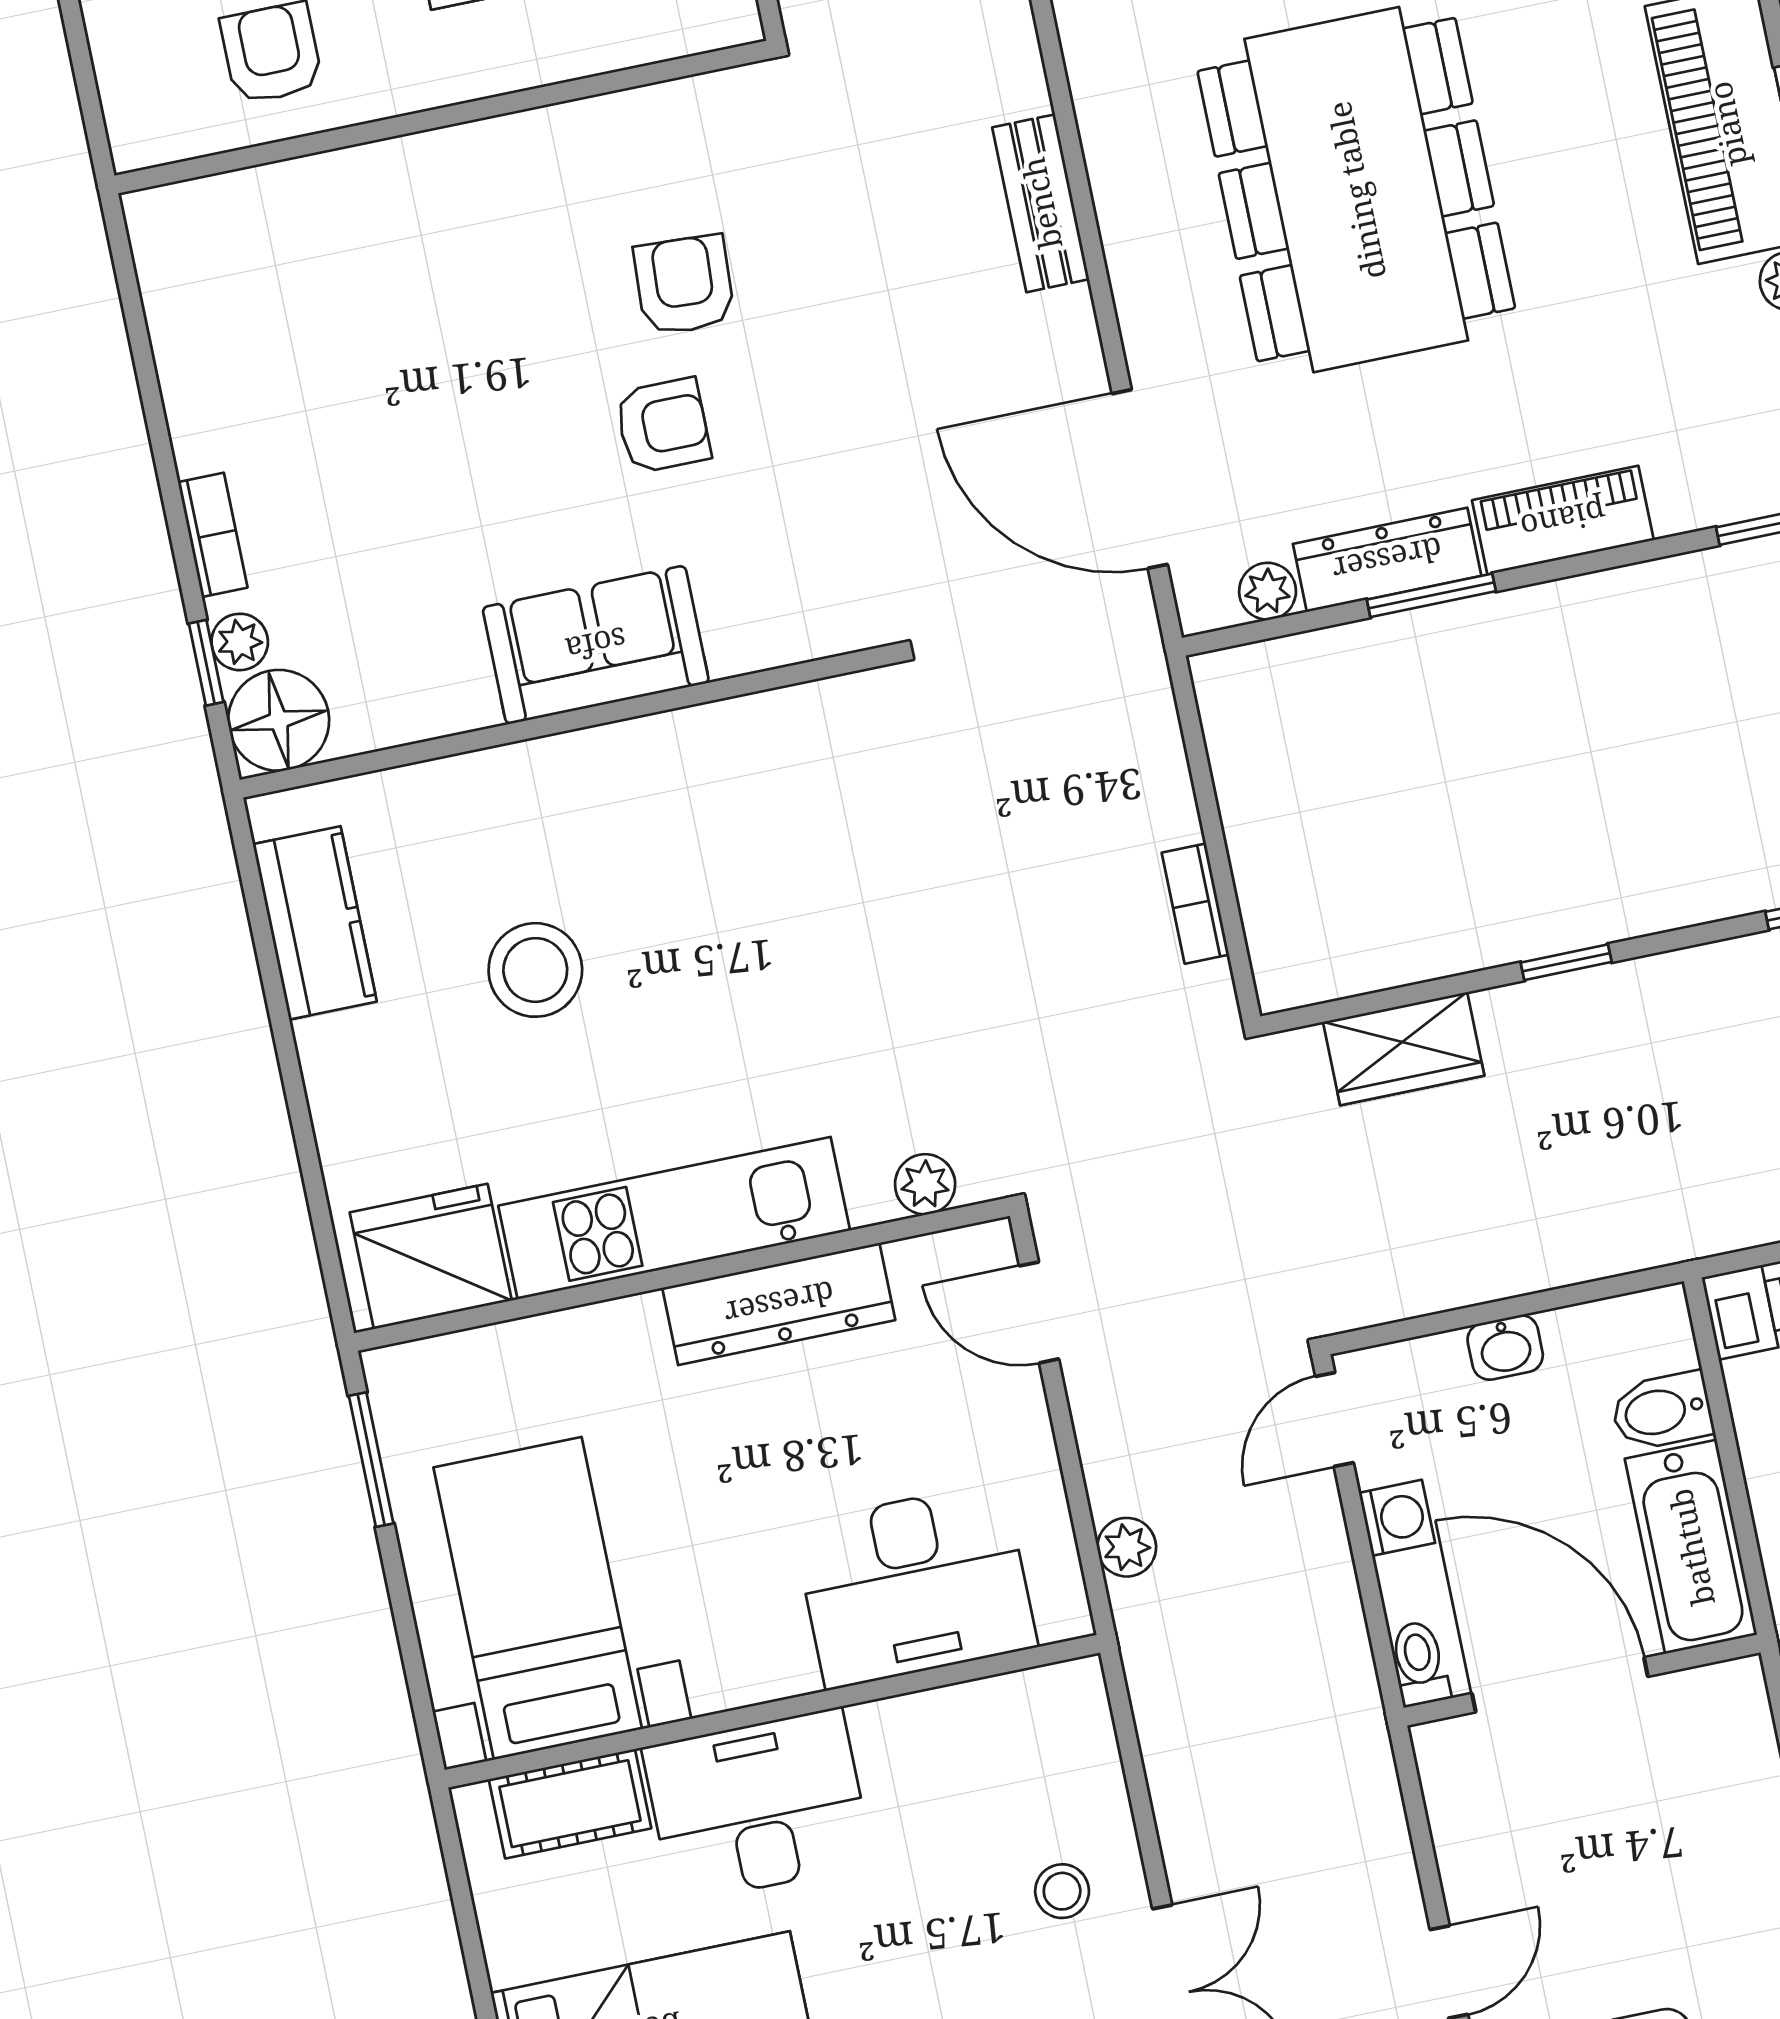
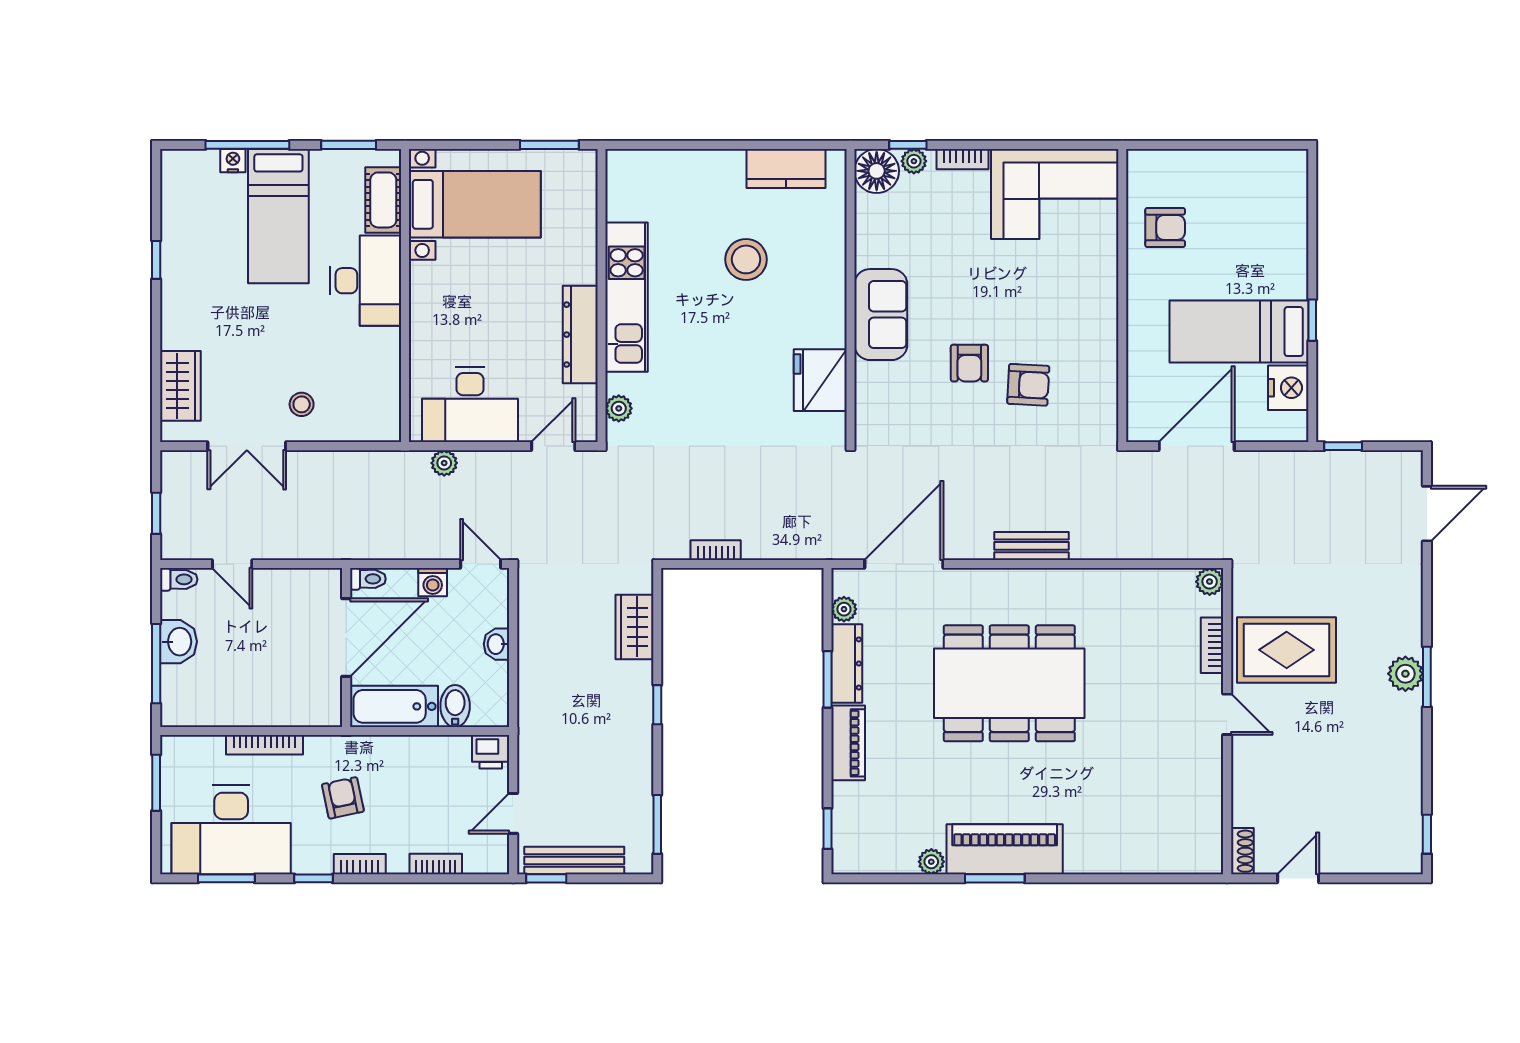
corner sofa: (248, 315) -> (1054, 194), added
fridge: (431, 1256) -> (820, 380), moved, turned 180
desk: (915, 1585) -> (470, 405), moved, turned -90
window: (464, 1906) -> (349, 145), added

